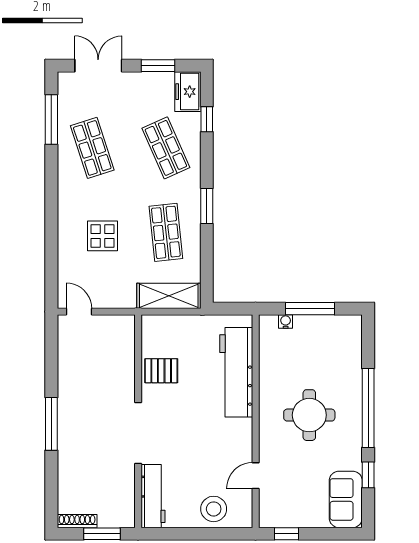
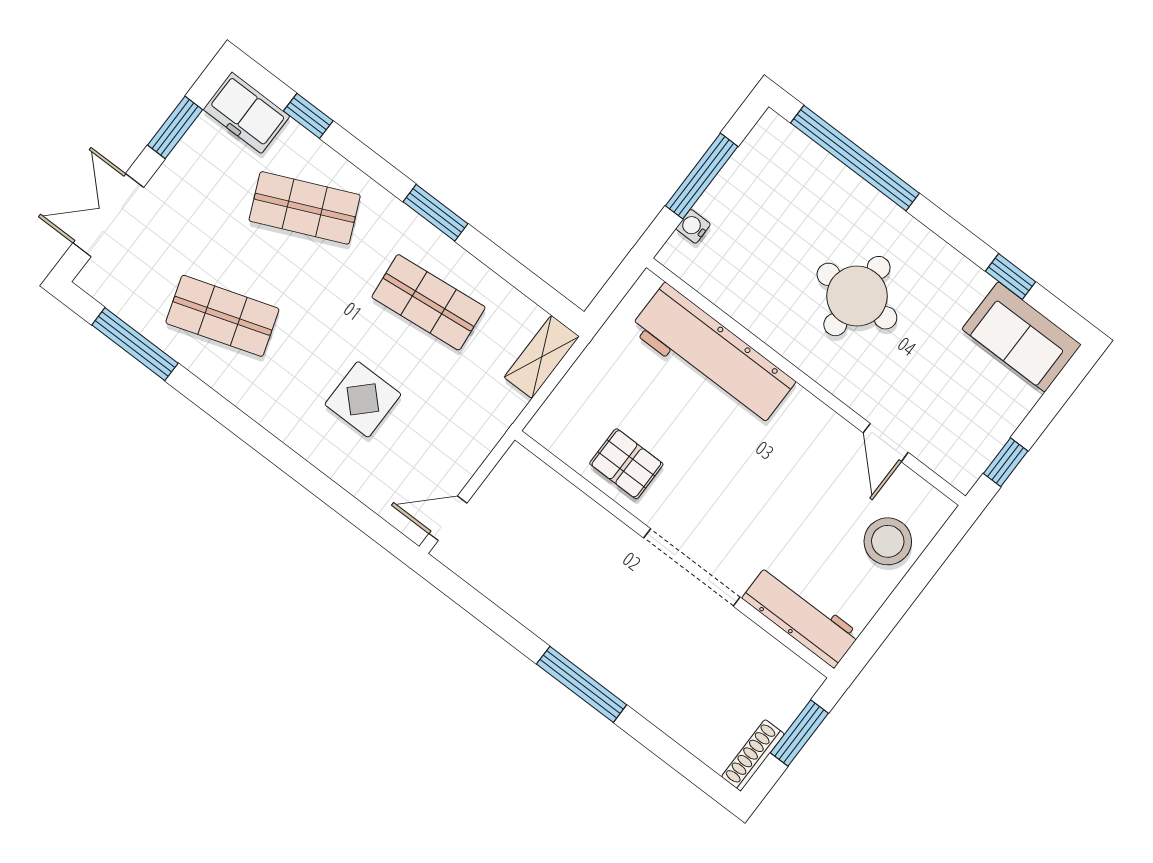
shelving: (169, 296) -> (542, 357), width x0.67, depth x0.75
pallet: (161, 371) -> (626, 464), turned 90
window: (368, 408) -> (855, 158), moved

